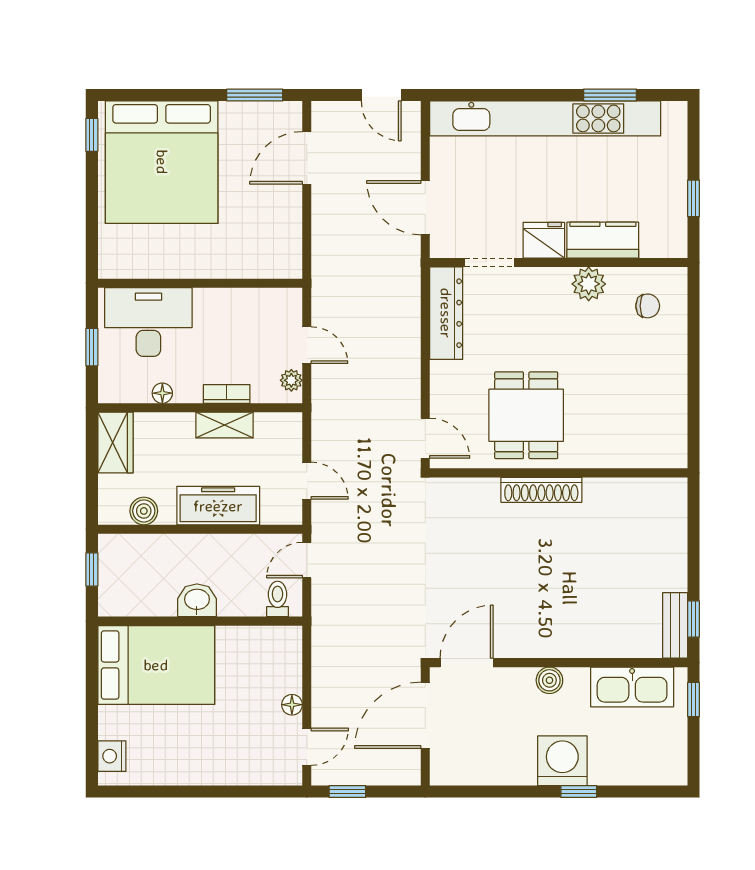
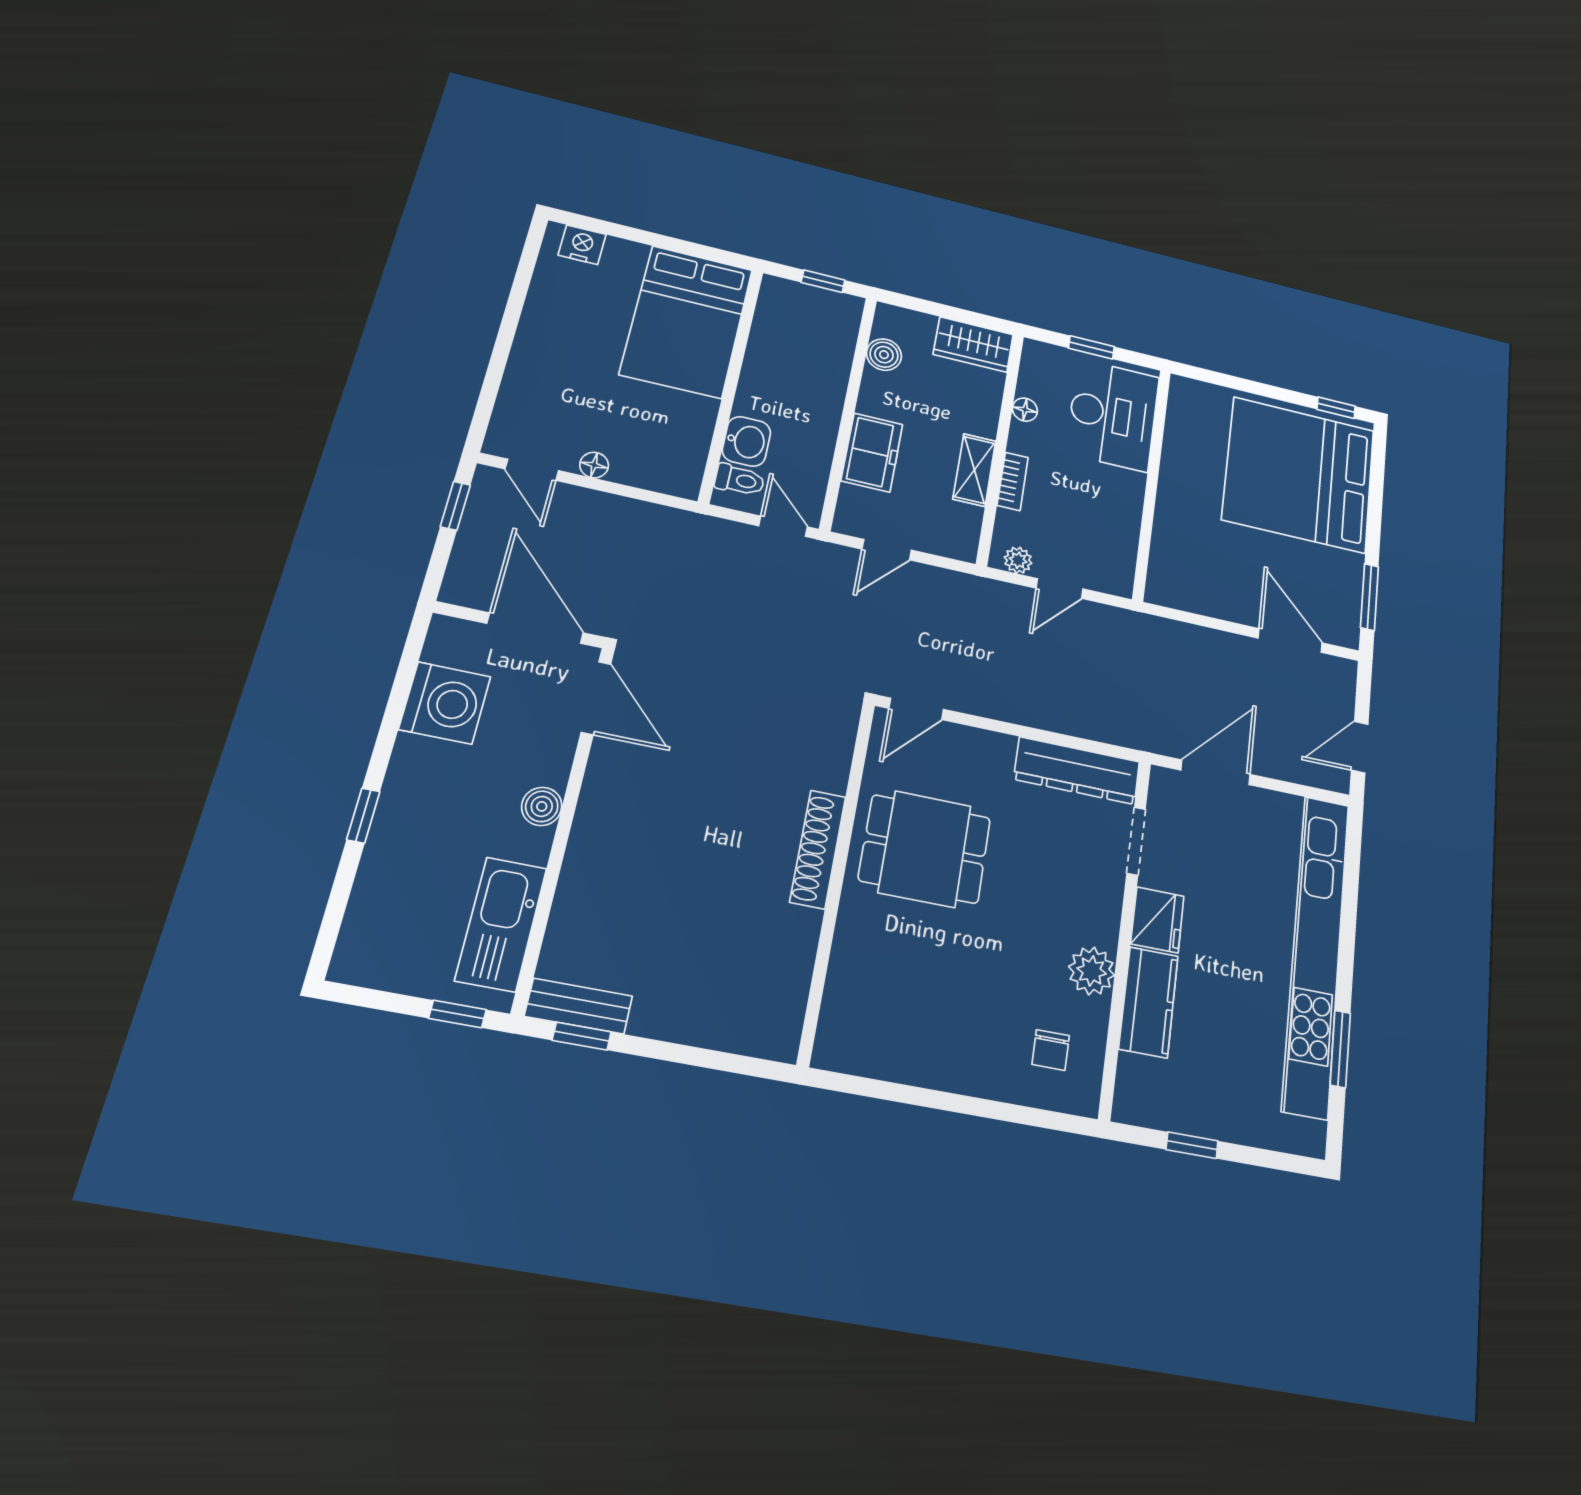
freezer: (218, 506) -> (872, 452), width x0.71
washbasin: (197, 600) -> (746, 441), moved
washing machine: (562, 761) -> (445, 703), moved

